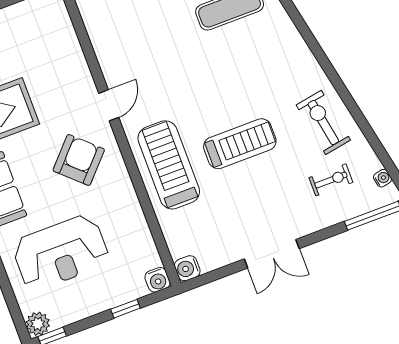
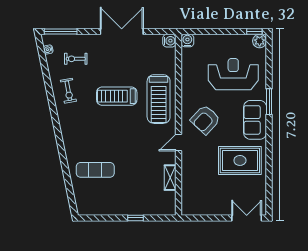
shelving: (101, 42) -> (170, 178), added
exercise bike: (323, 123) -> (68, 91), width x0.73, depth x0.72
double door: (272, 254) -> (122, 32), width x1.37
window: (125, 309) -> (210, 32), removed

